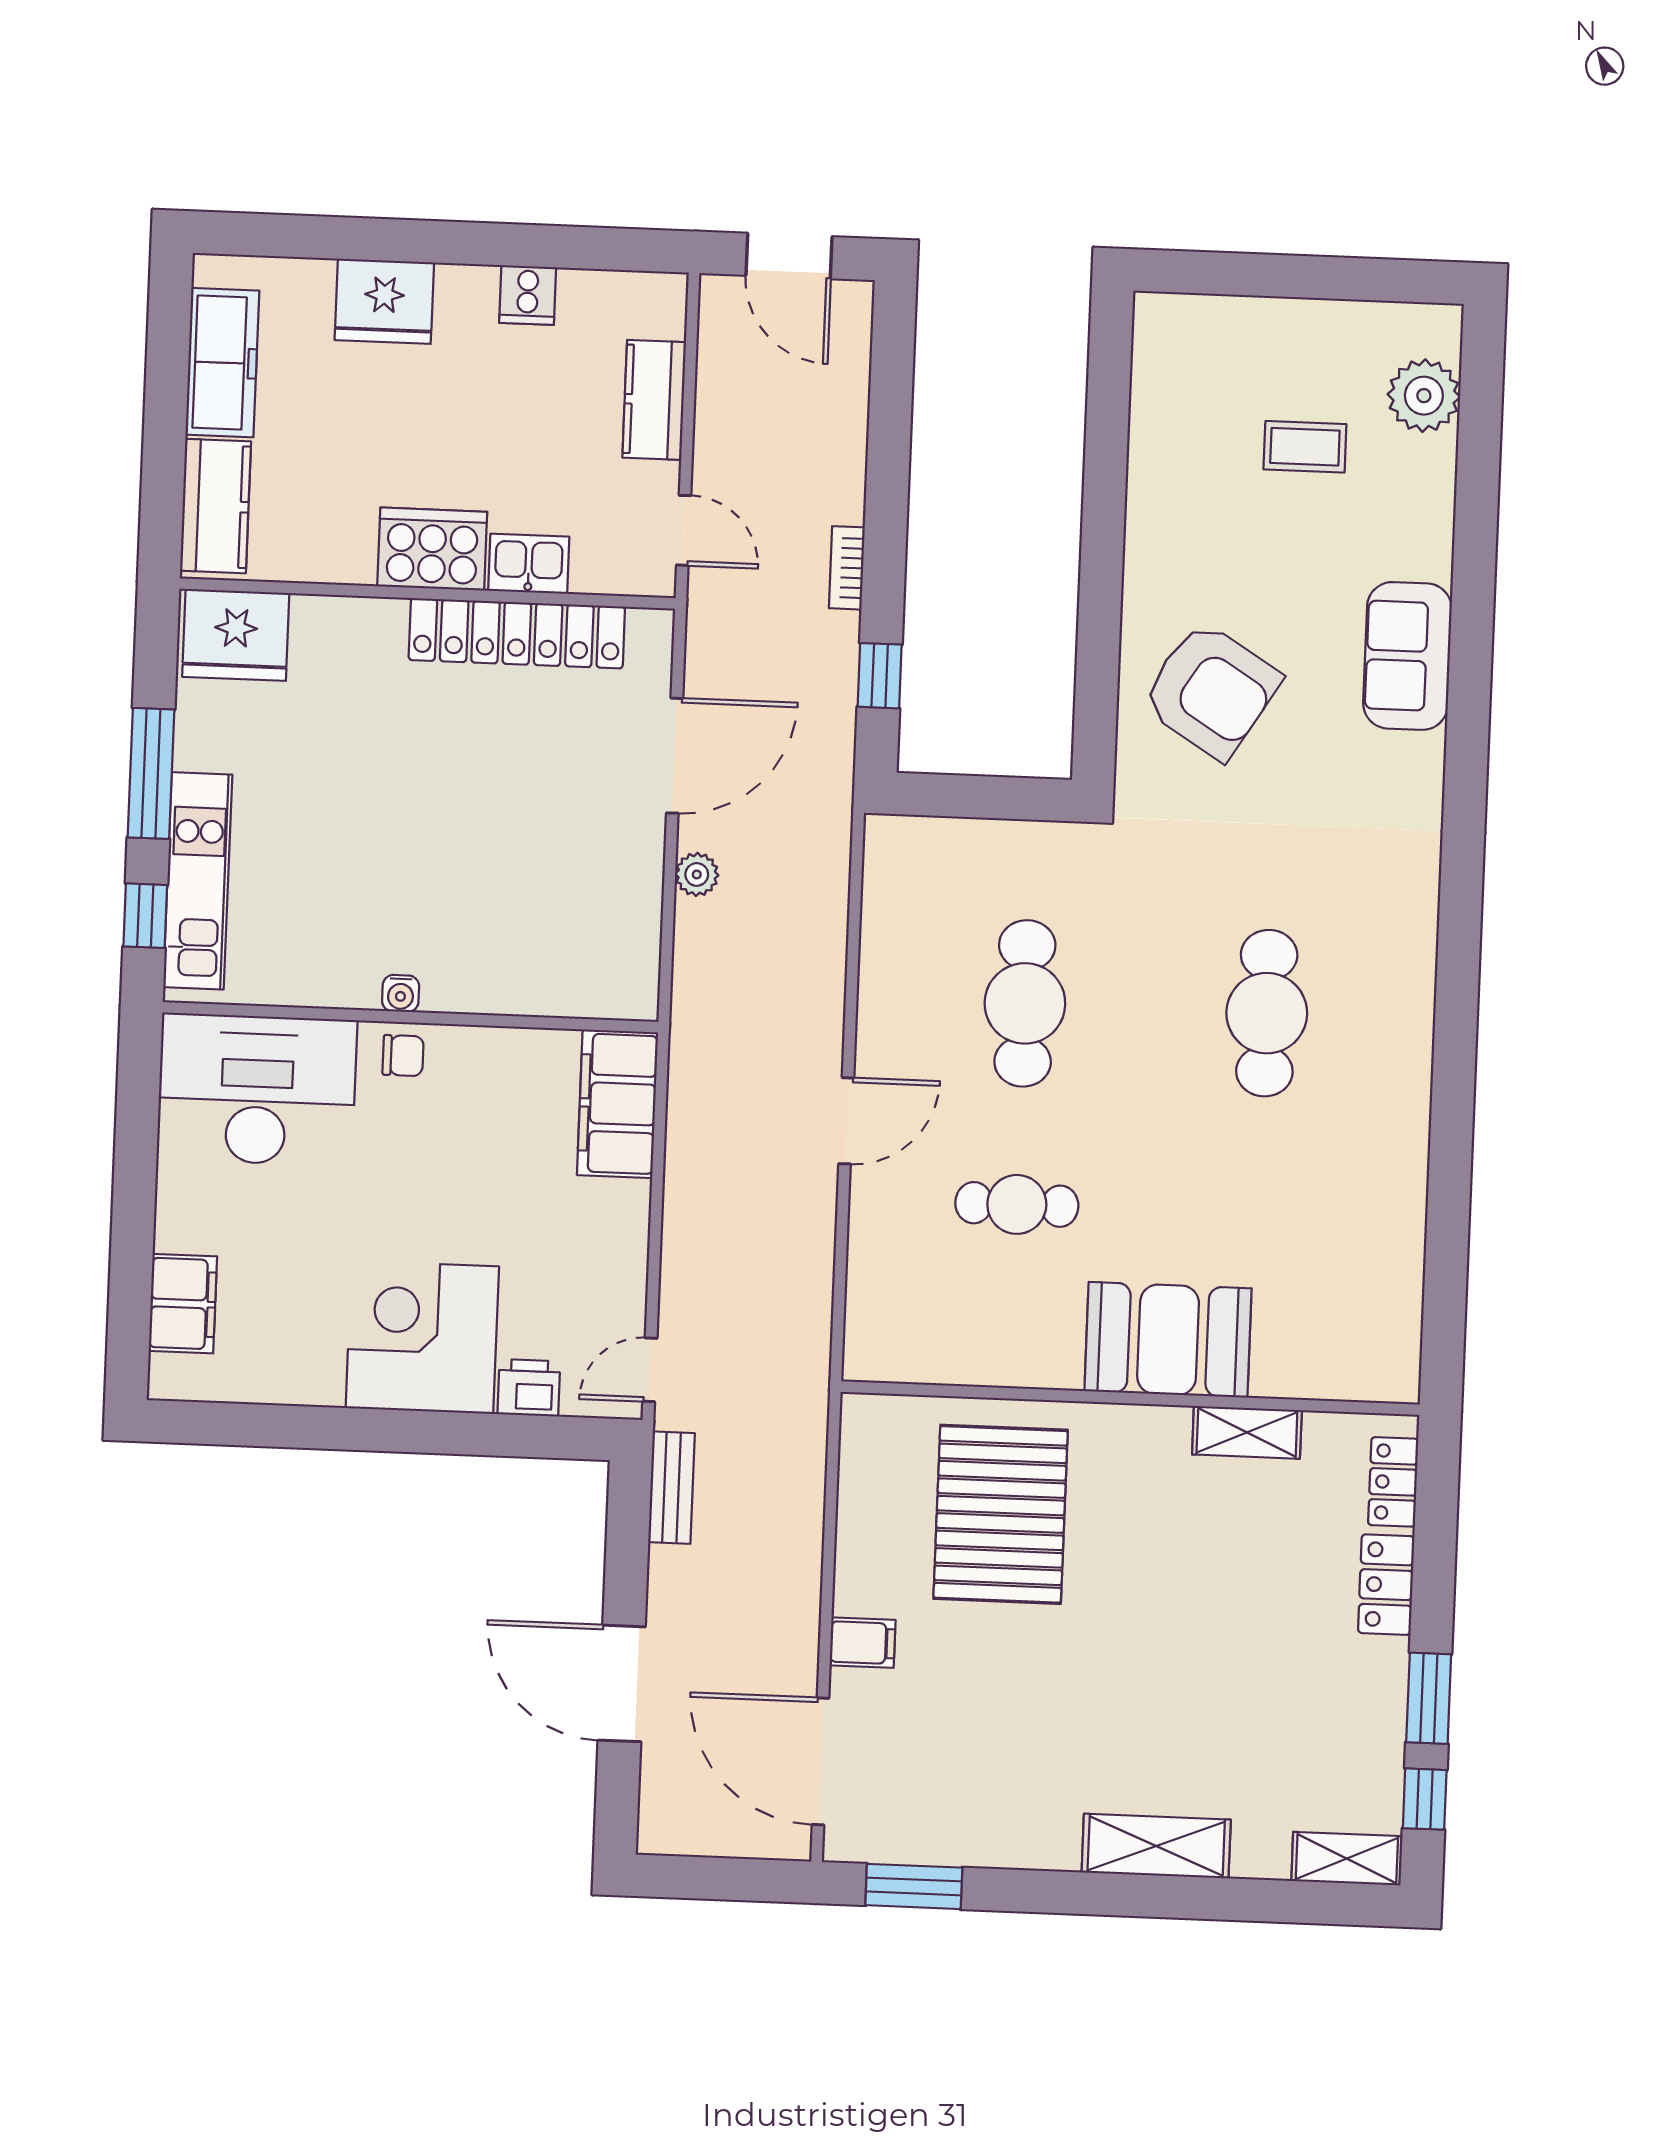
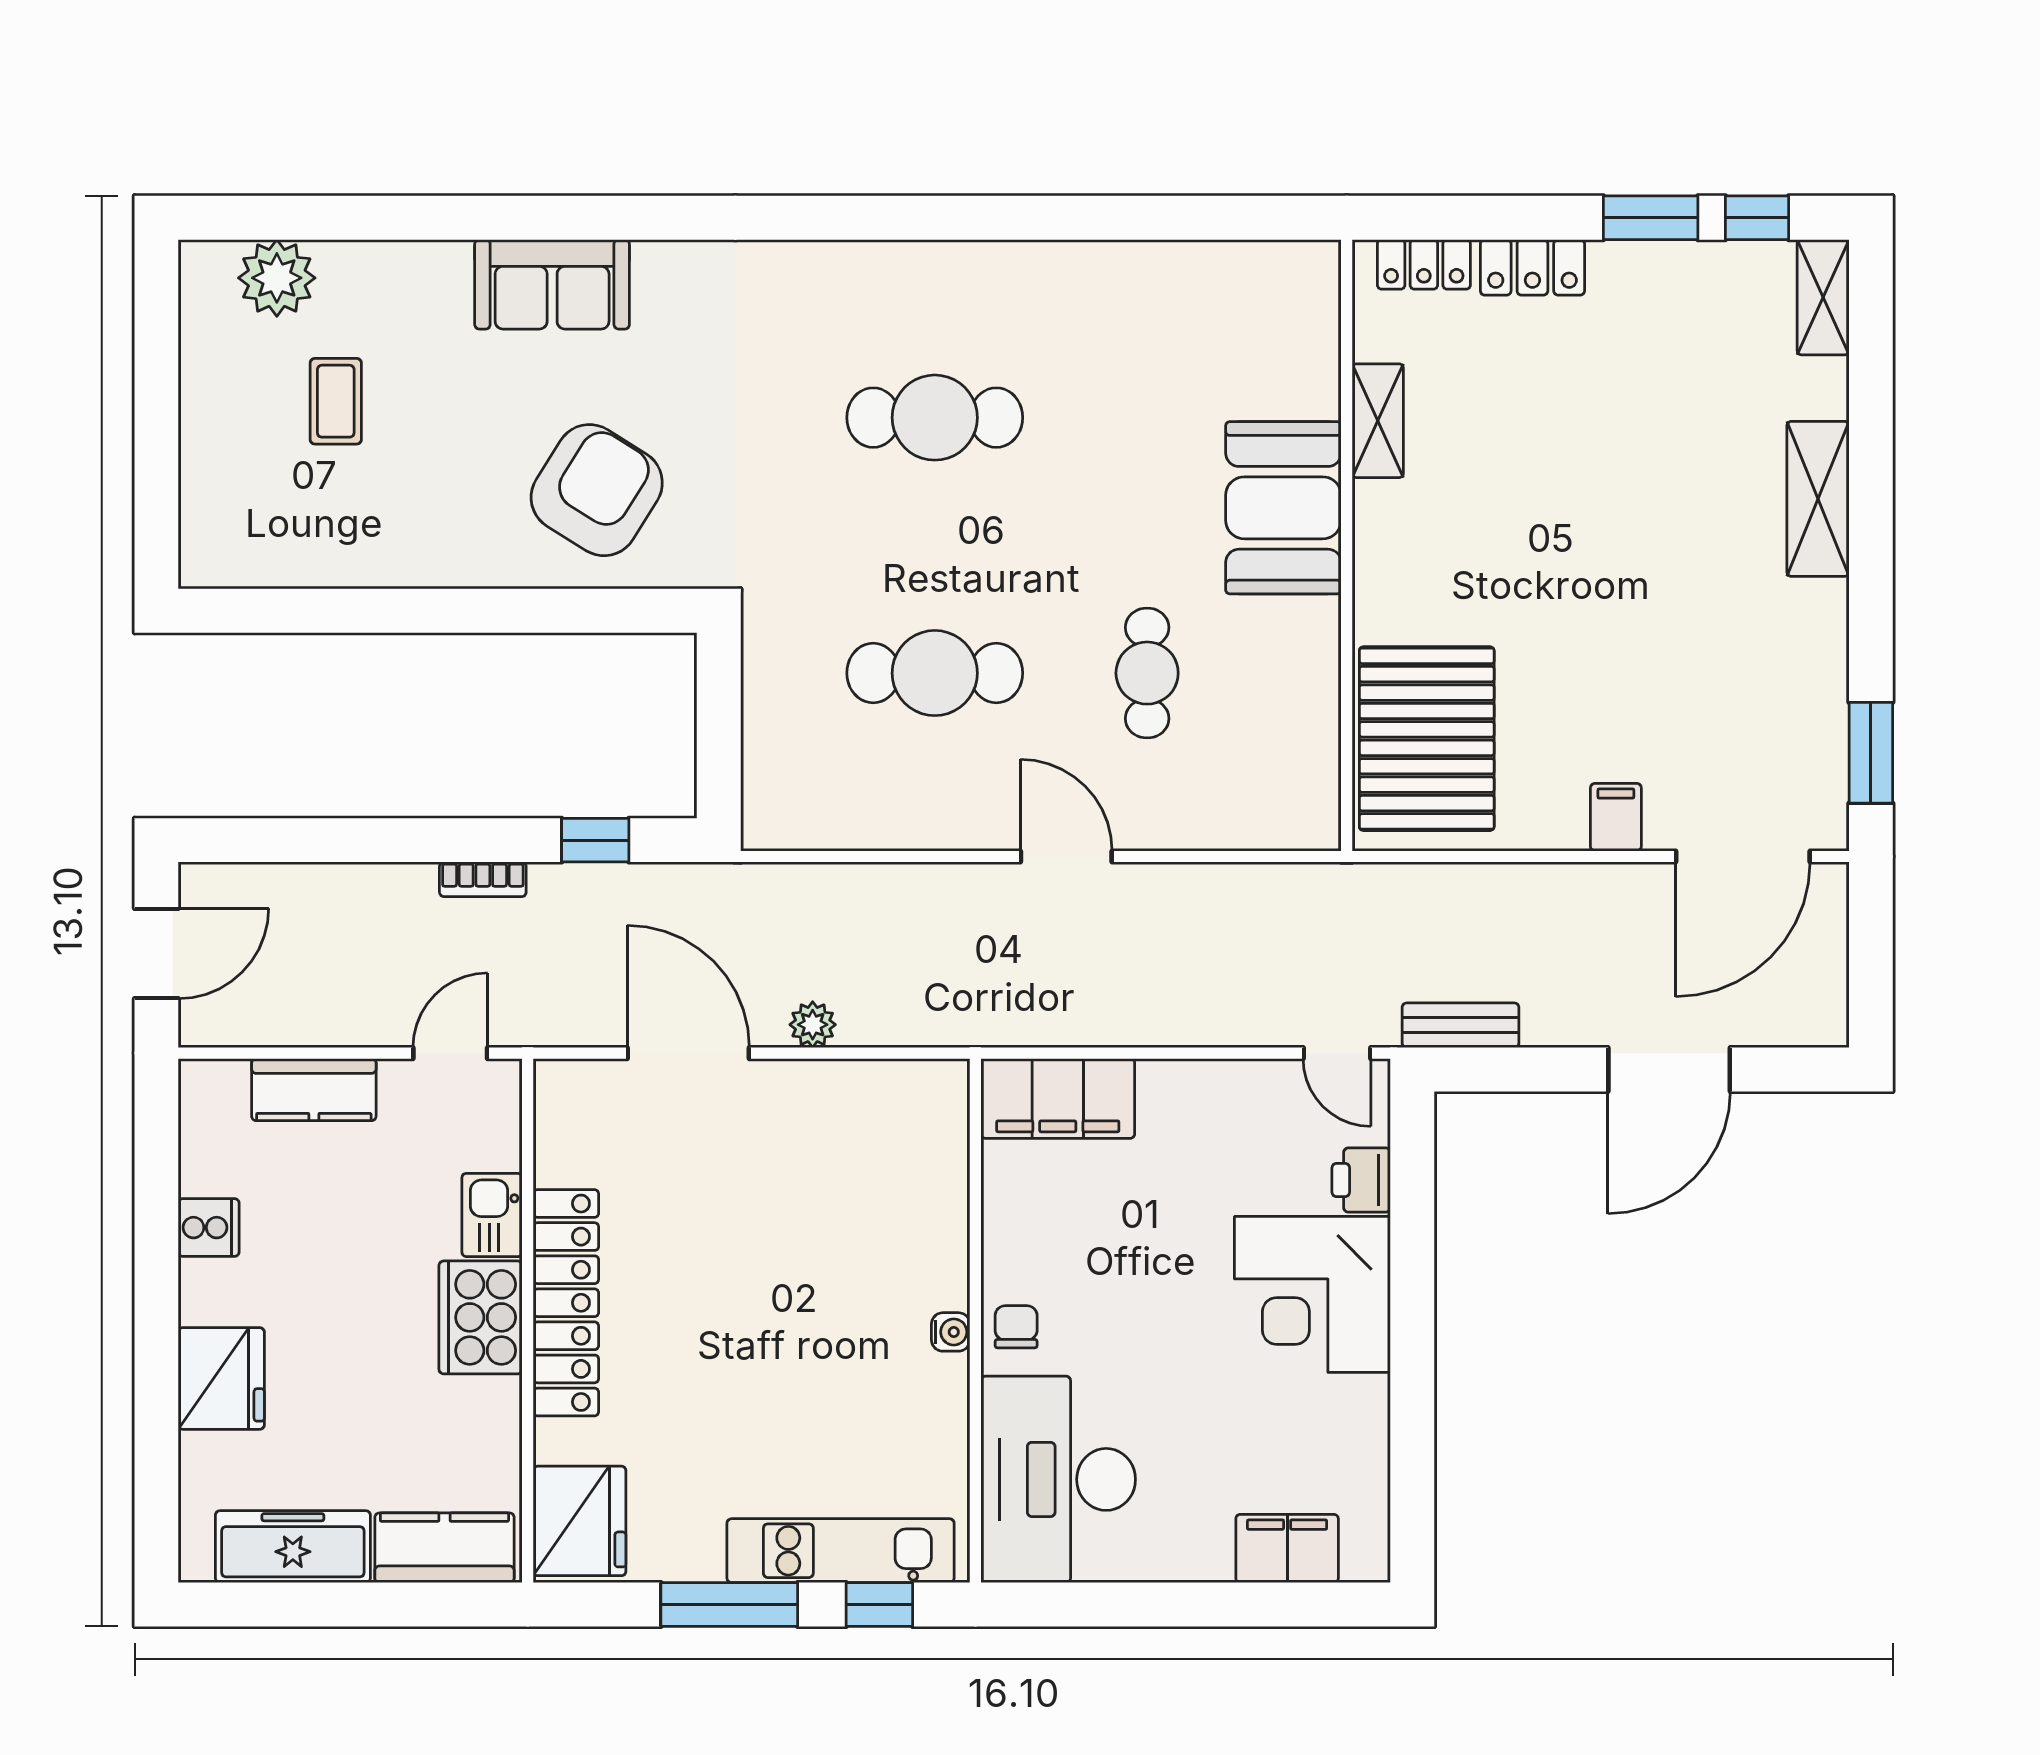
locker: (517, 633) -> (566, 1303), moved
pallet: (1001, 1514) -> (1427, 739), moved, turned 90

